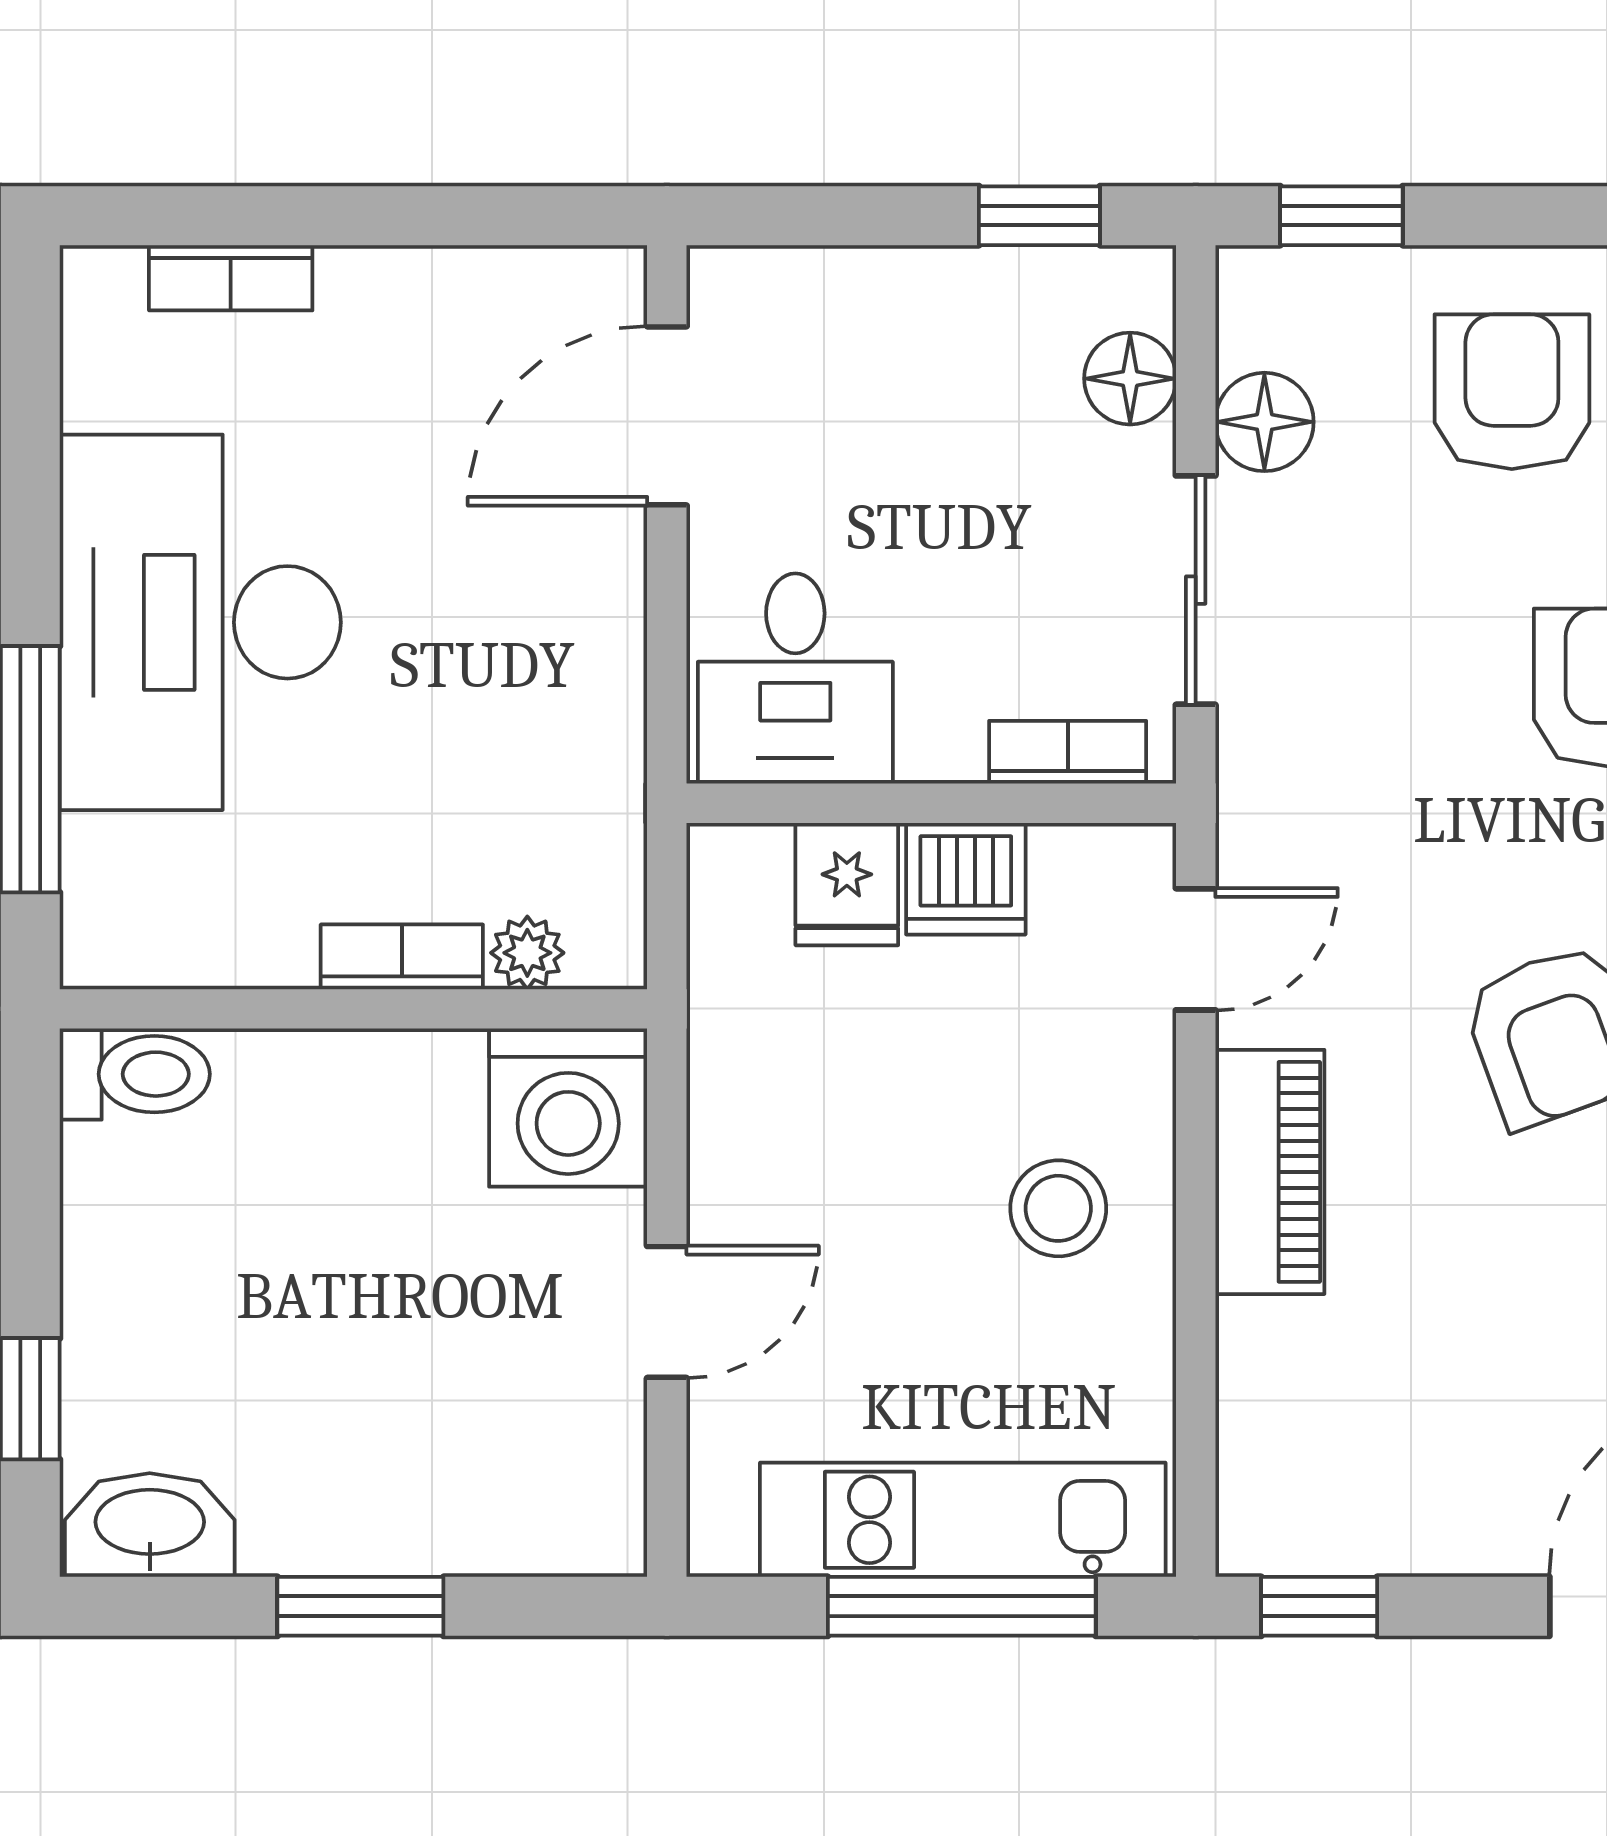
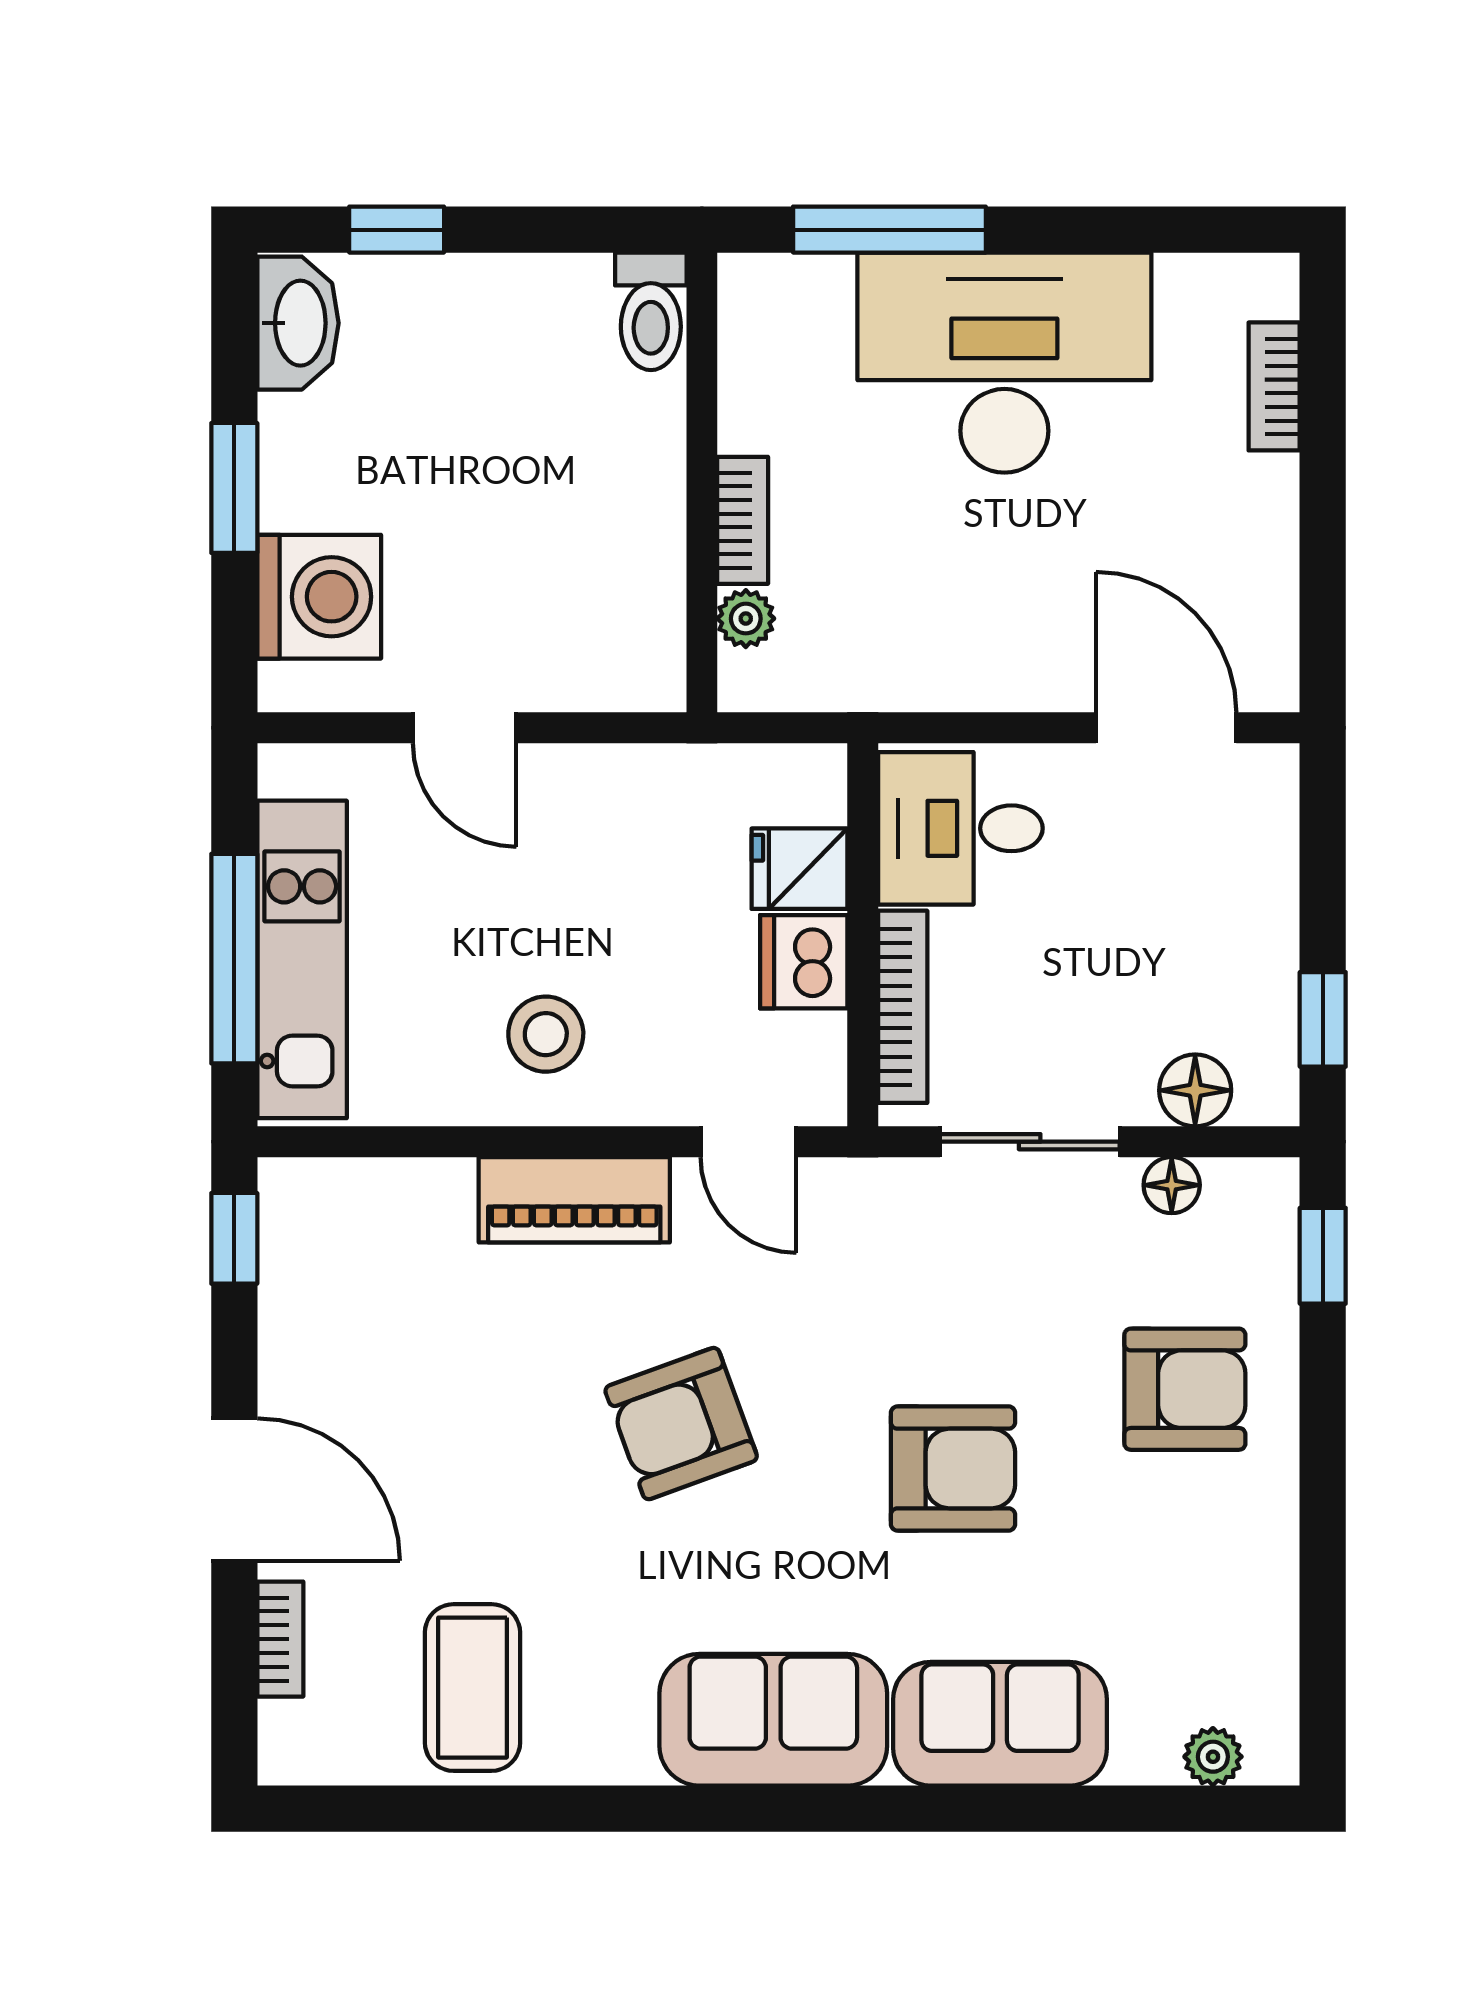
floor lamp: (1264, 422) -> (1172, 1185), width x0.73, depth x0.73
bookcase: (1068, 752) -> (903, 1007), width x1.56
washing machine: (568, 1108) -> (319, 597), moved, turned 180

